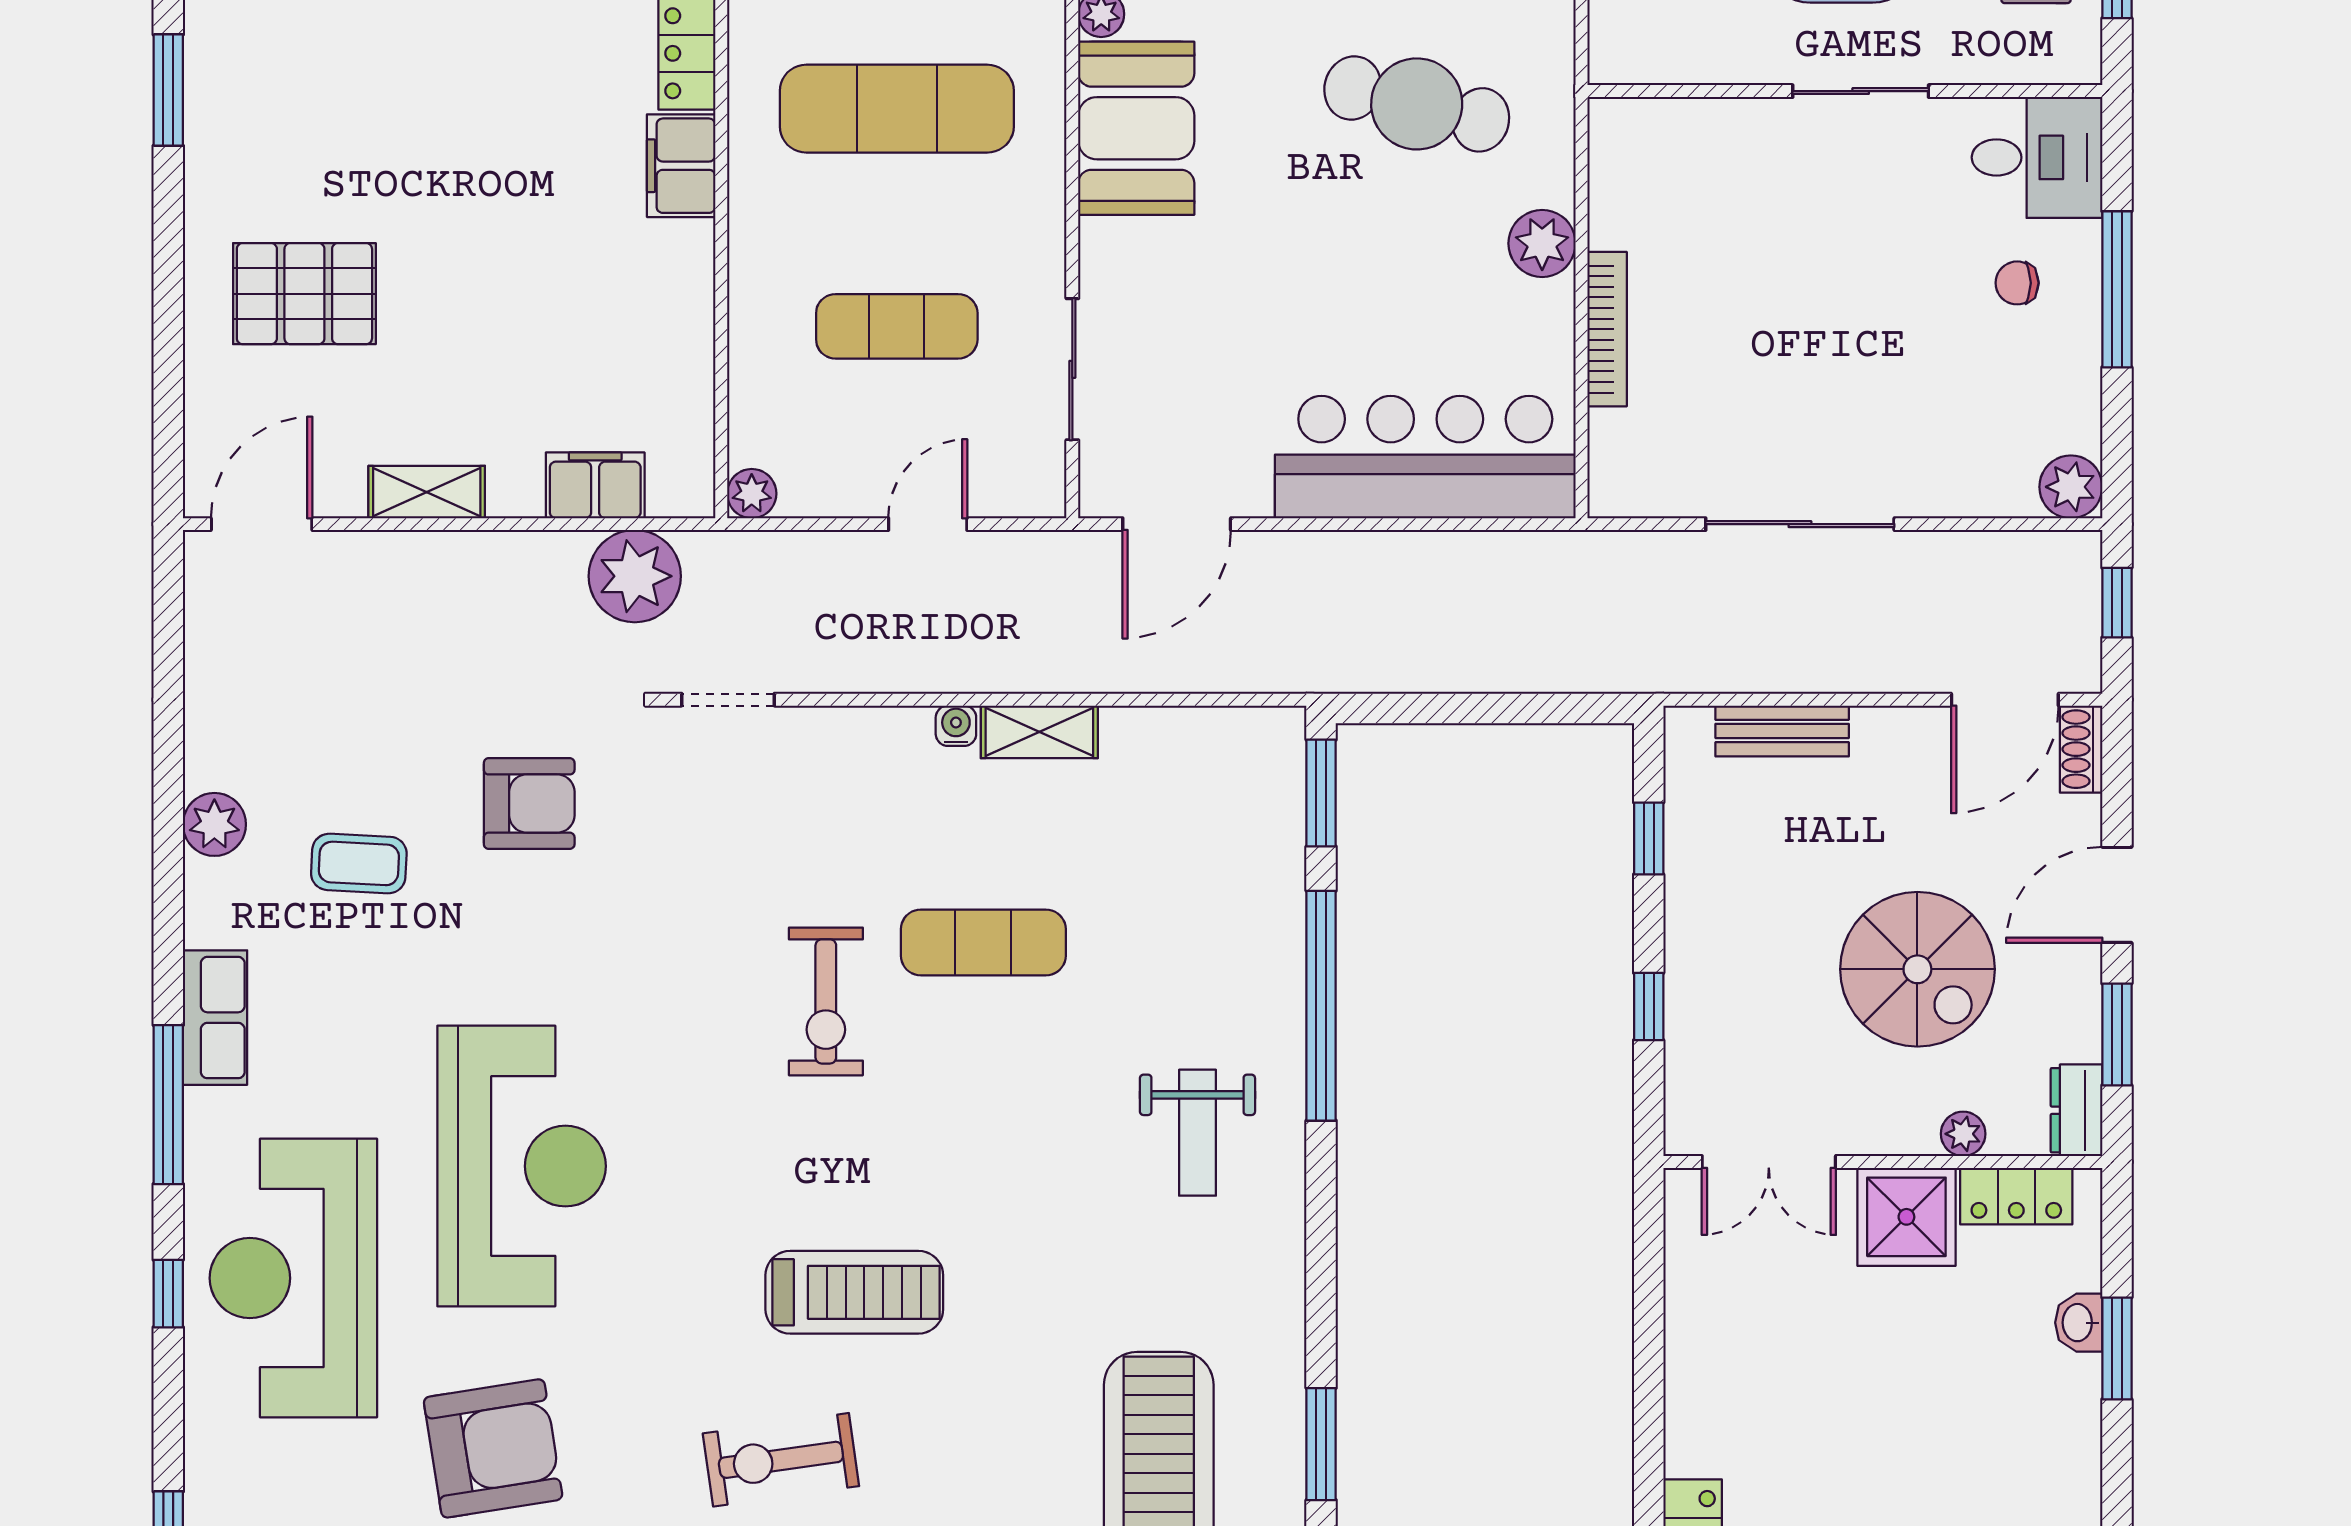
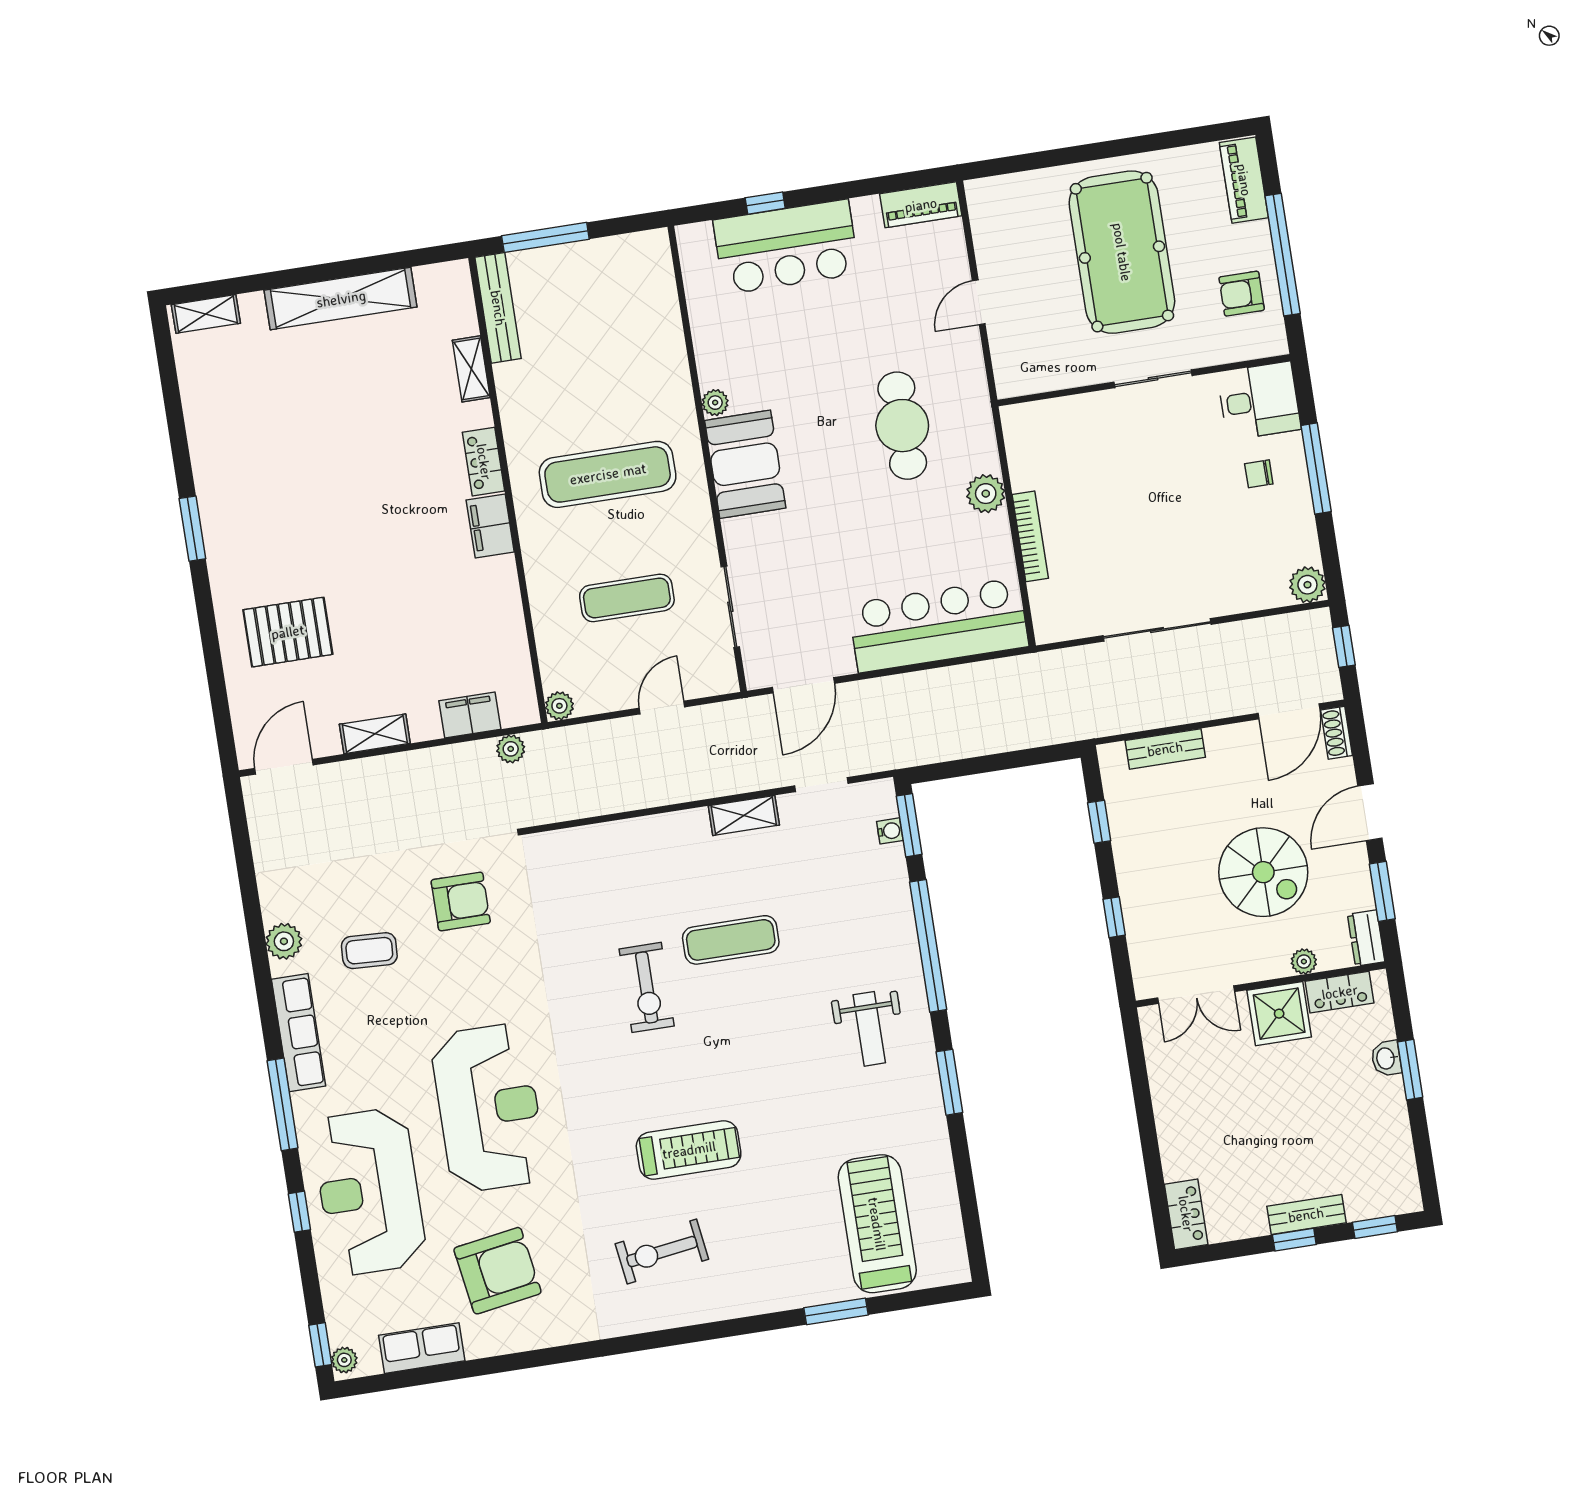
cafe table: (1417, 104) -> (902, 426), turned 76
plant: (635, 576) -> (511, 749), width x0.53, depth x0.53
doorway: (728, 700) -> (821, 785), moved
water cooler: (956, 726) -> (890, 831), moved, turned 90
row of seats: (215, 1018) -> (299, 1033), width x1.48
window: (1321, 1444) -> (949, 1082), moved

